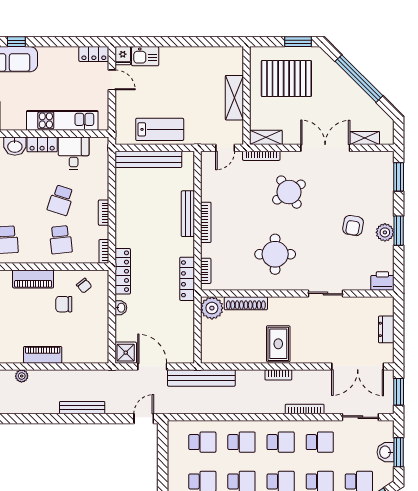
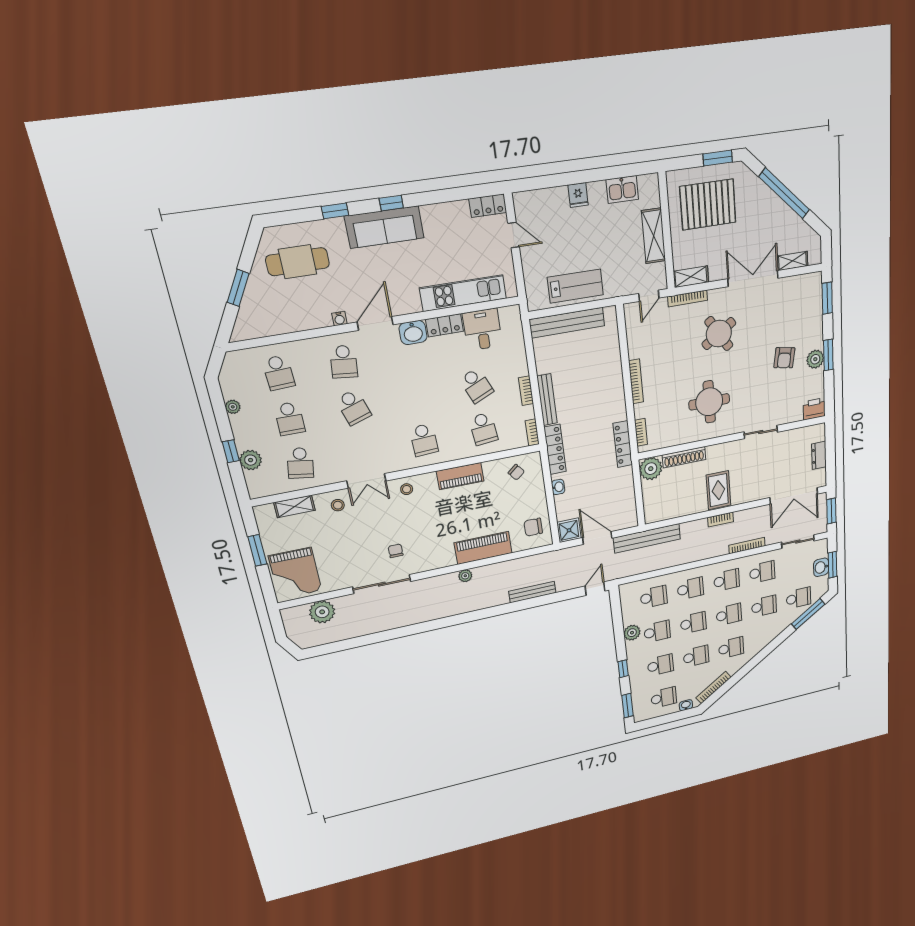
fridge: (123, 56) -> (578, 195), moved
kitchen sink: (145, 56) -> (622, 189), moved
school desk: (61, 200) -> (476, 385), turned -42
bench: (188, 214) -> (547, 400), moved
chair: (64, 304) -> (533, 527), moved
piano: (43, 355) -> (483, 548), width x1.37, depth x1.33
plant: (176, 476) -> (632, 633), added

